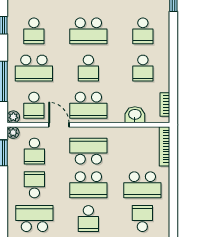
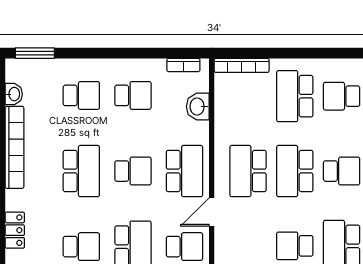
school desk: (34, 151) -> (248, 246), removed
school desk: (88, 185) -> (295, 171), turned 180
school desk: (142, 185) -> (295, 96), turned 180

